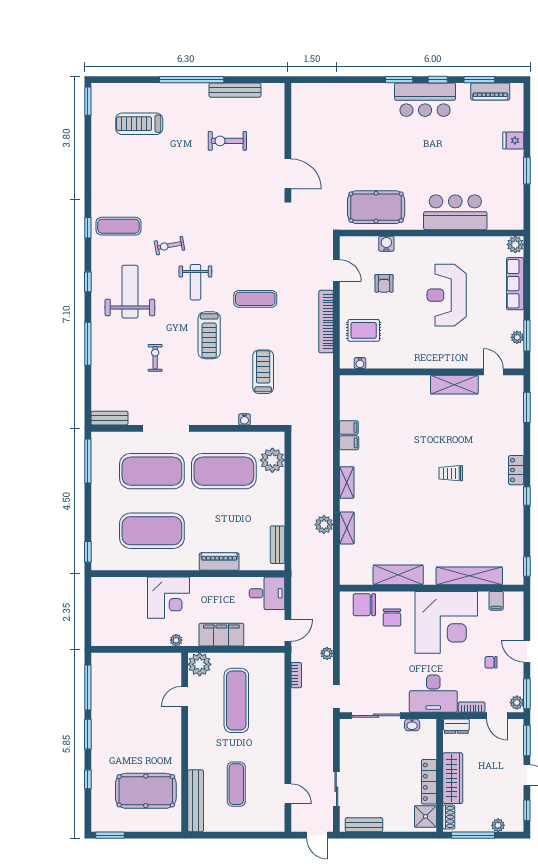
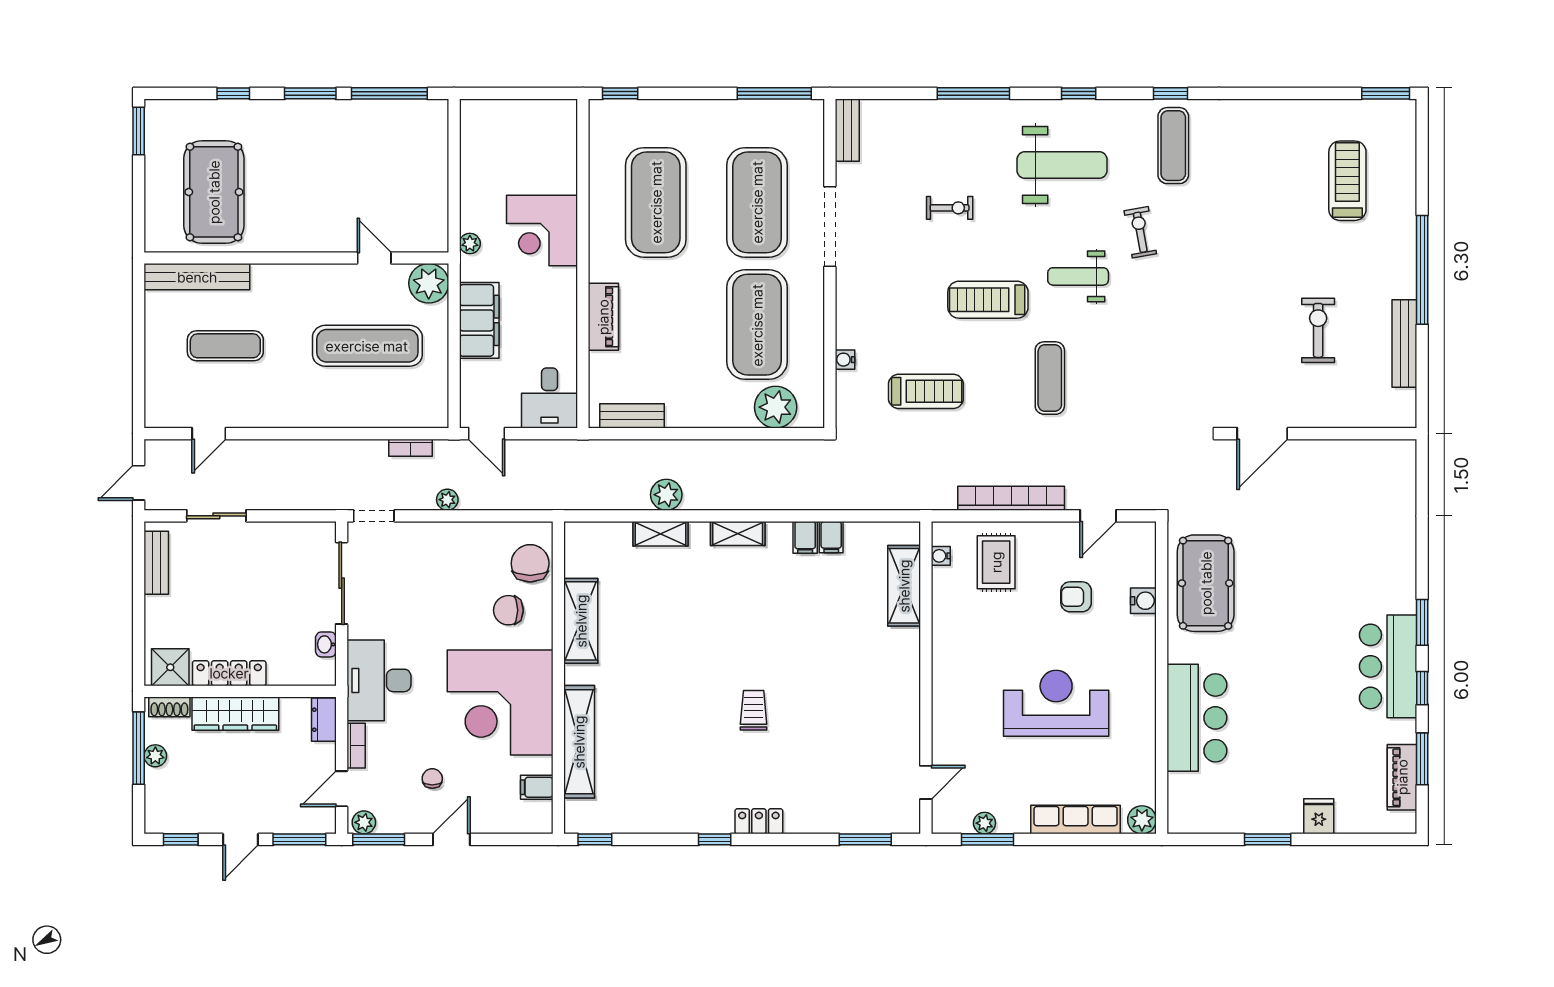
shelving: (454, 385) -> (904, 586), moved
plant: (498, 825) -> (155, 756), moved

